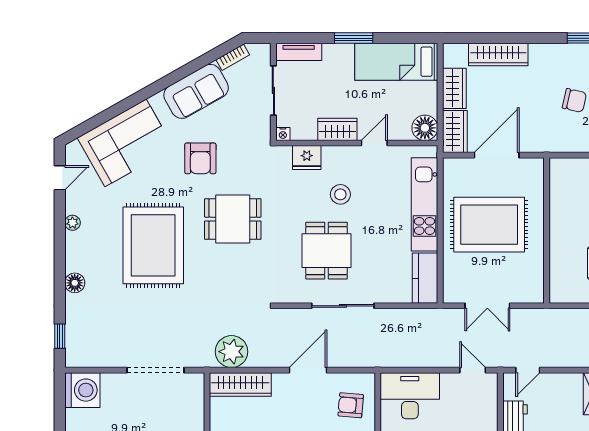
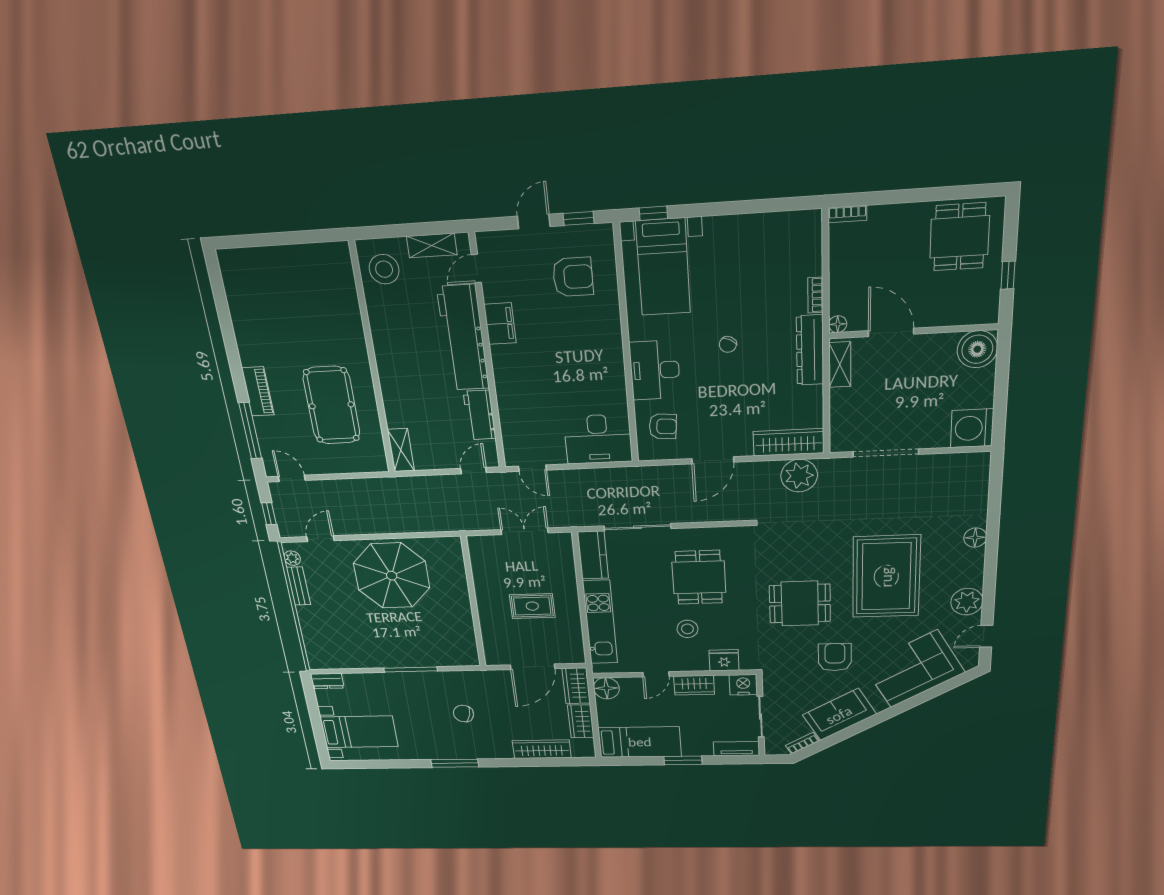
nightstand: (283, 134) -> (743, 685), width x1.89, depth x1.79
plant: (72, 223) -> (967, 602), width x1.88, depth x1.88
rug: (489, 225) -> (532, 606), width x0.54, depth x0.49
sliding door: (343, 306) -> (638, 527), moved
window: (60, 336) -> (995, 484), removed

